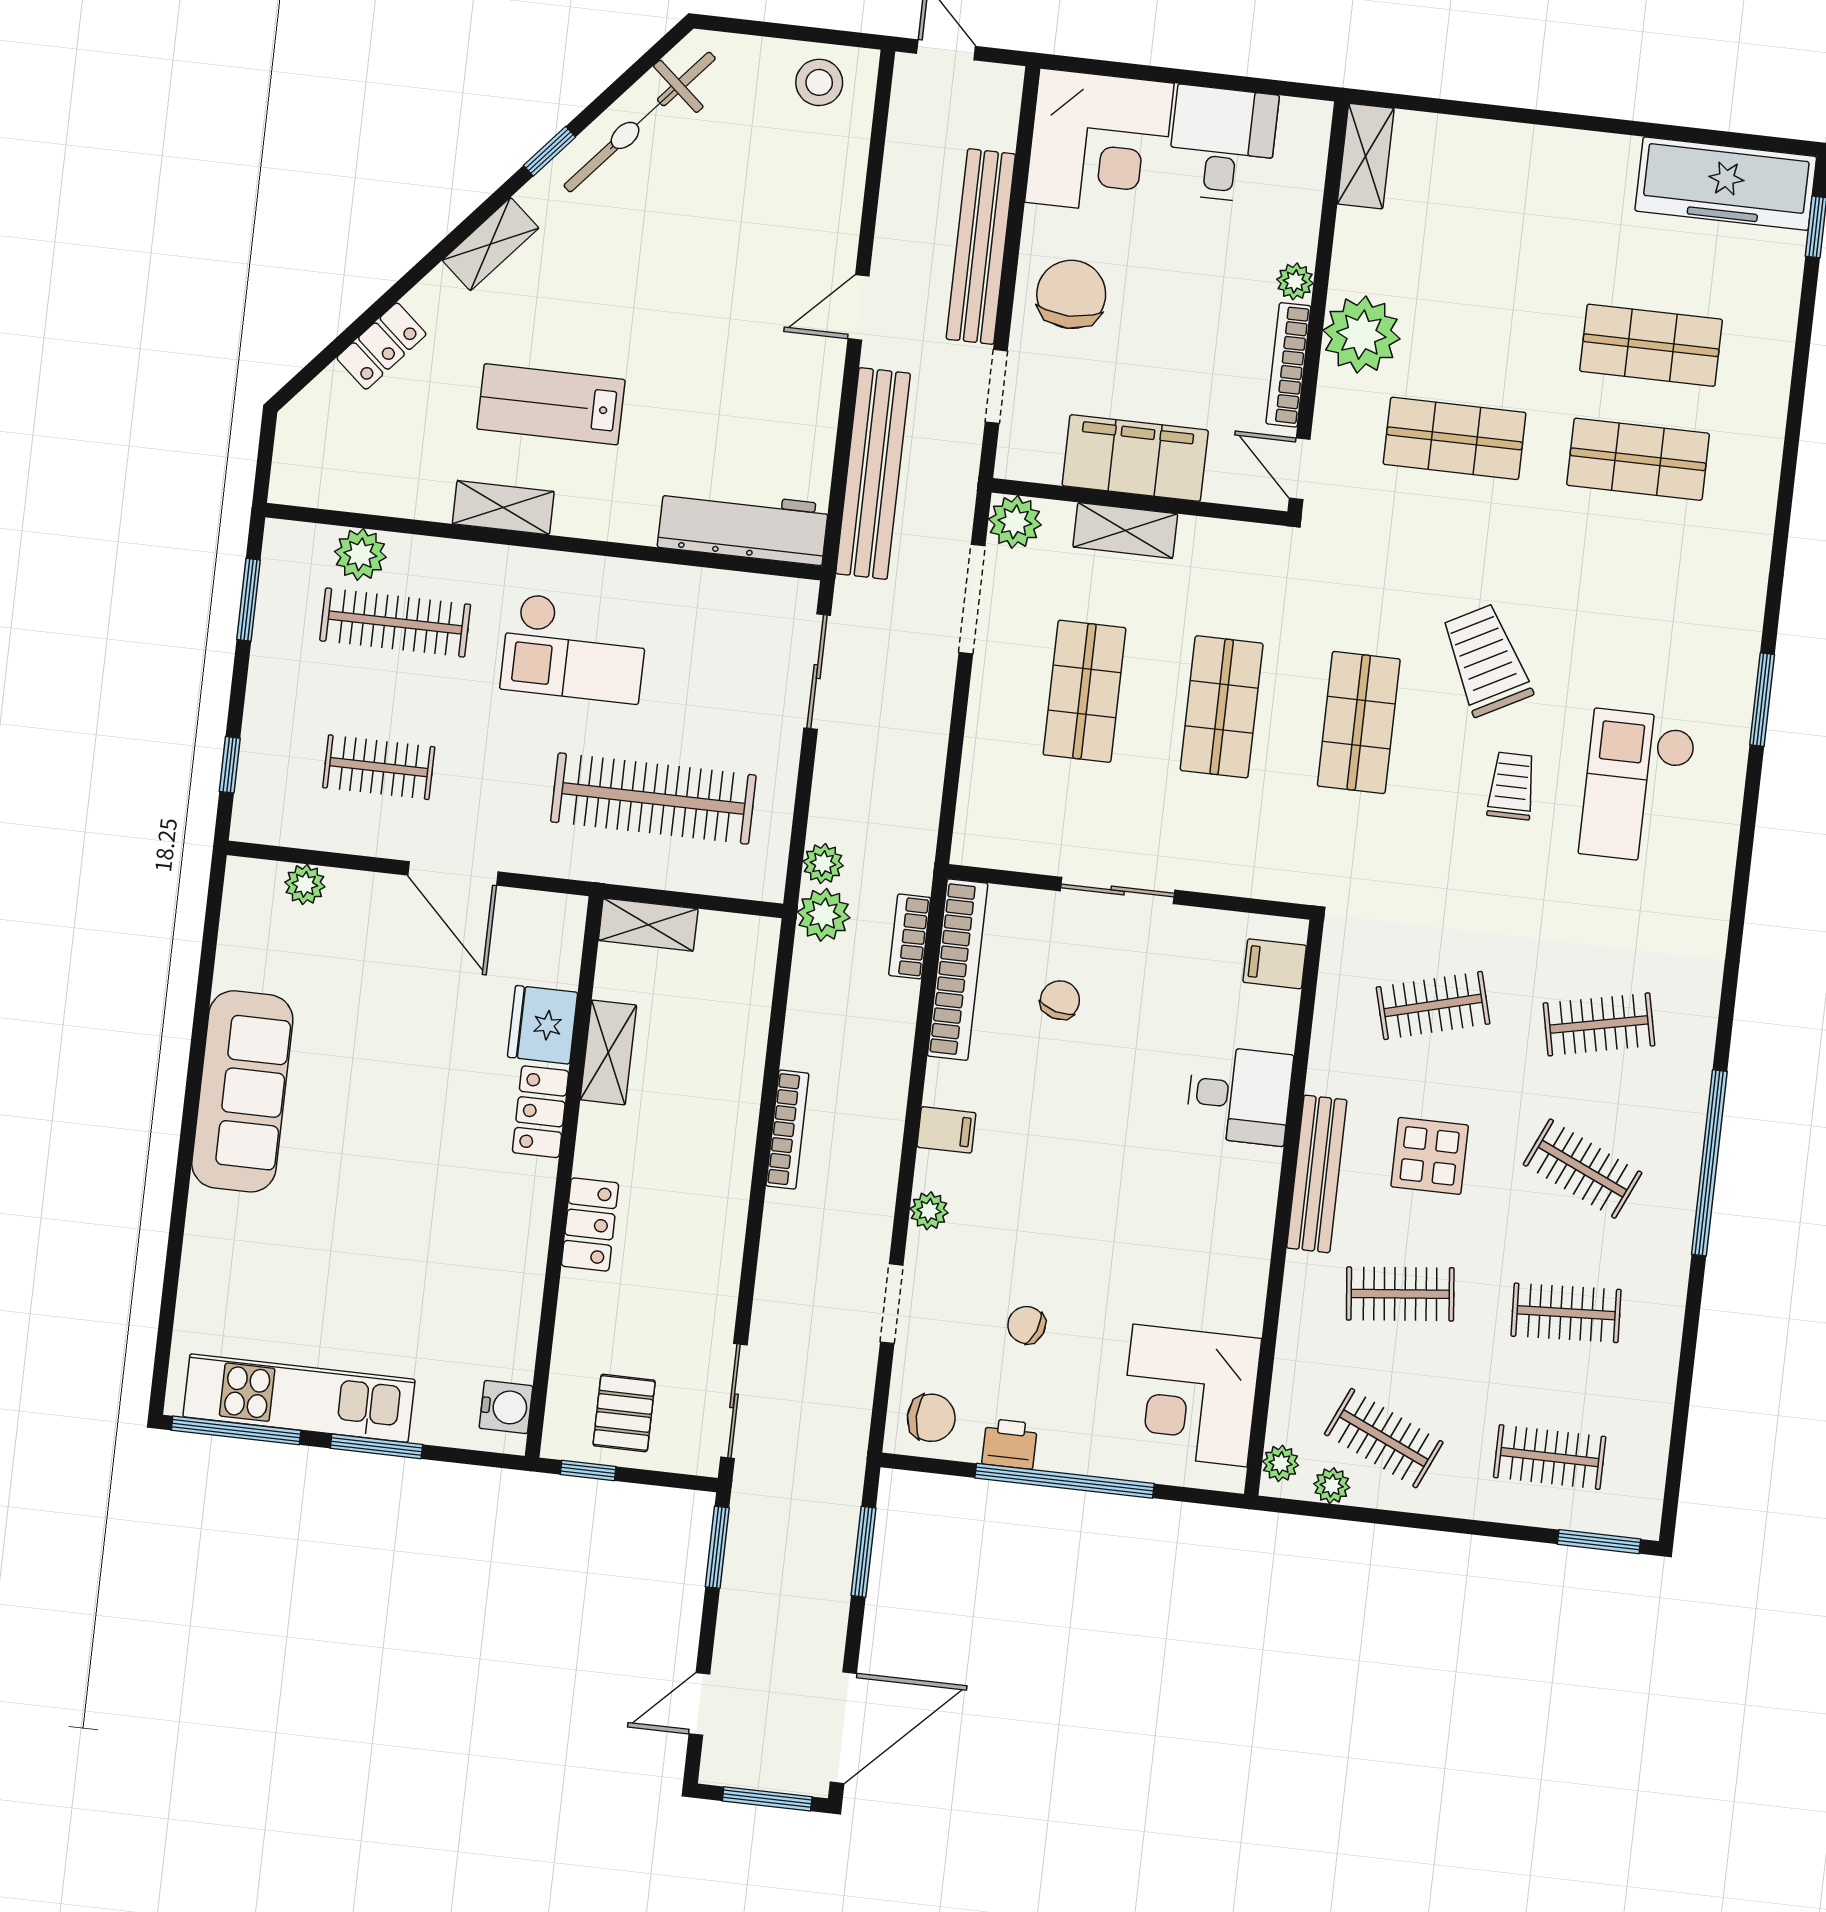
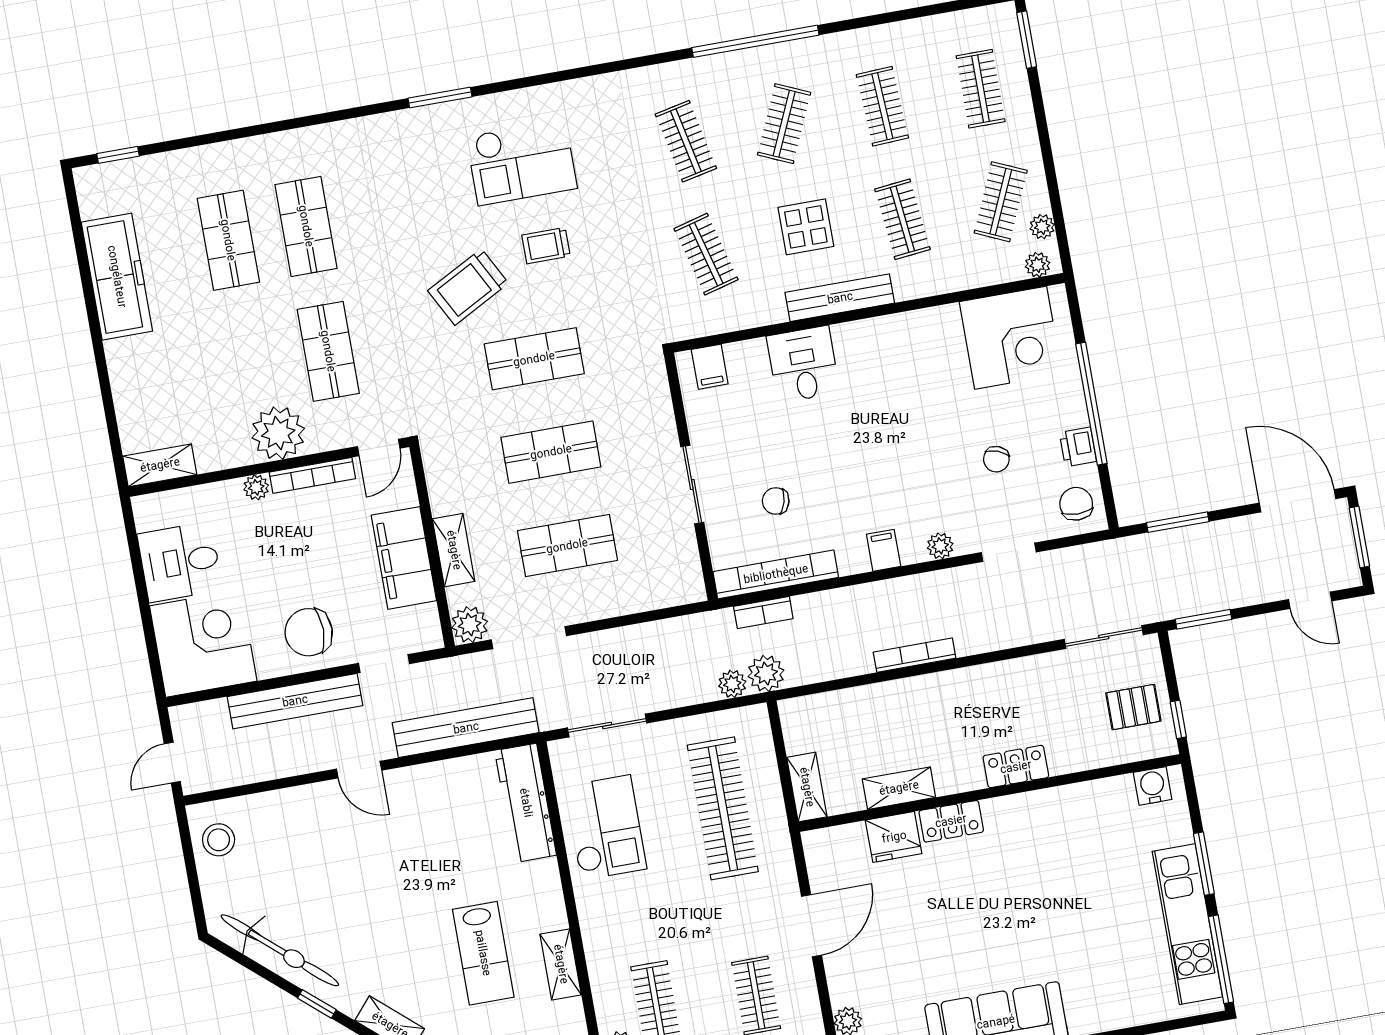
freezer: (1726, 184) -> (117, 277), moved
checkout: (574, 648) -> (606, 828), moved

